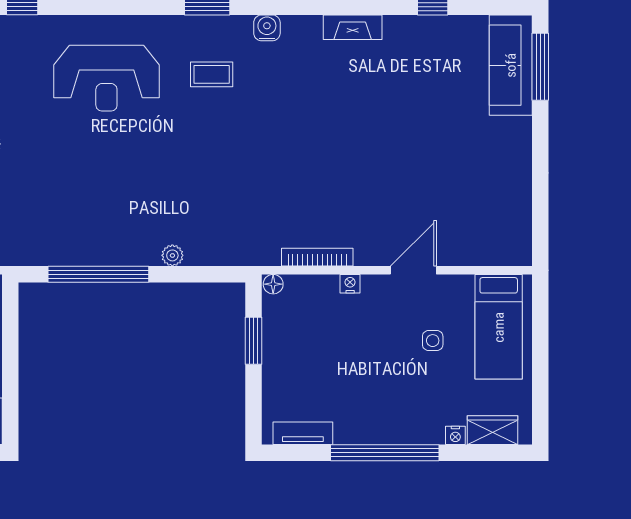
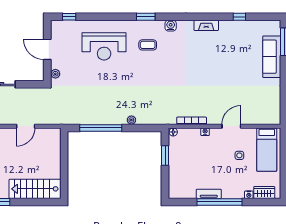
sofa: (511, 65) -> (272, 57), moved
tv unit: (303, 433) -> (209, 194), moved

